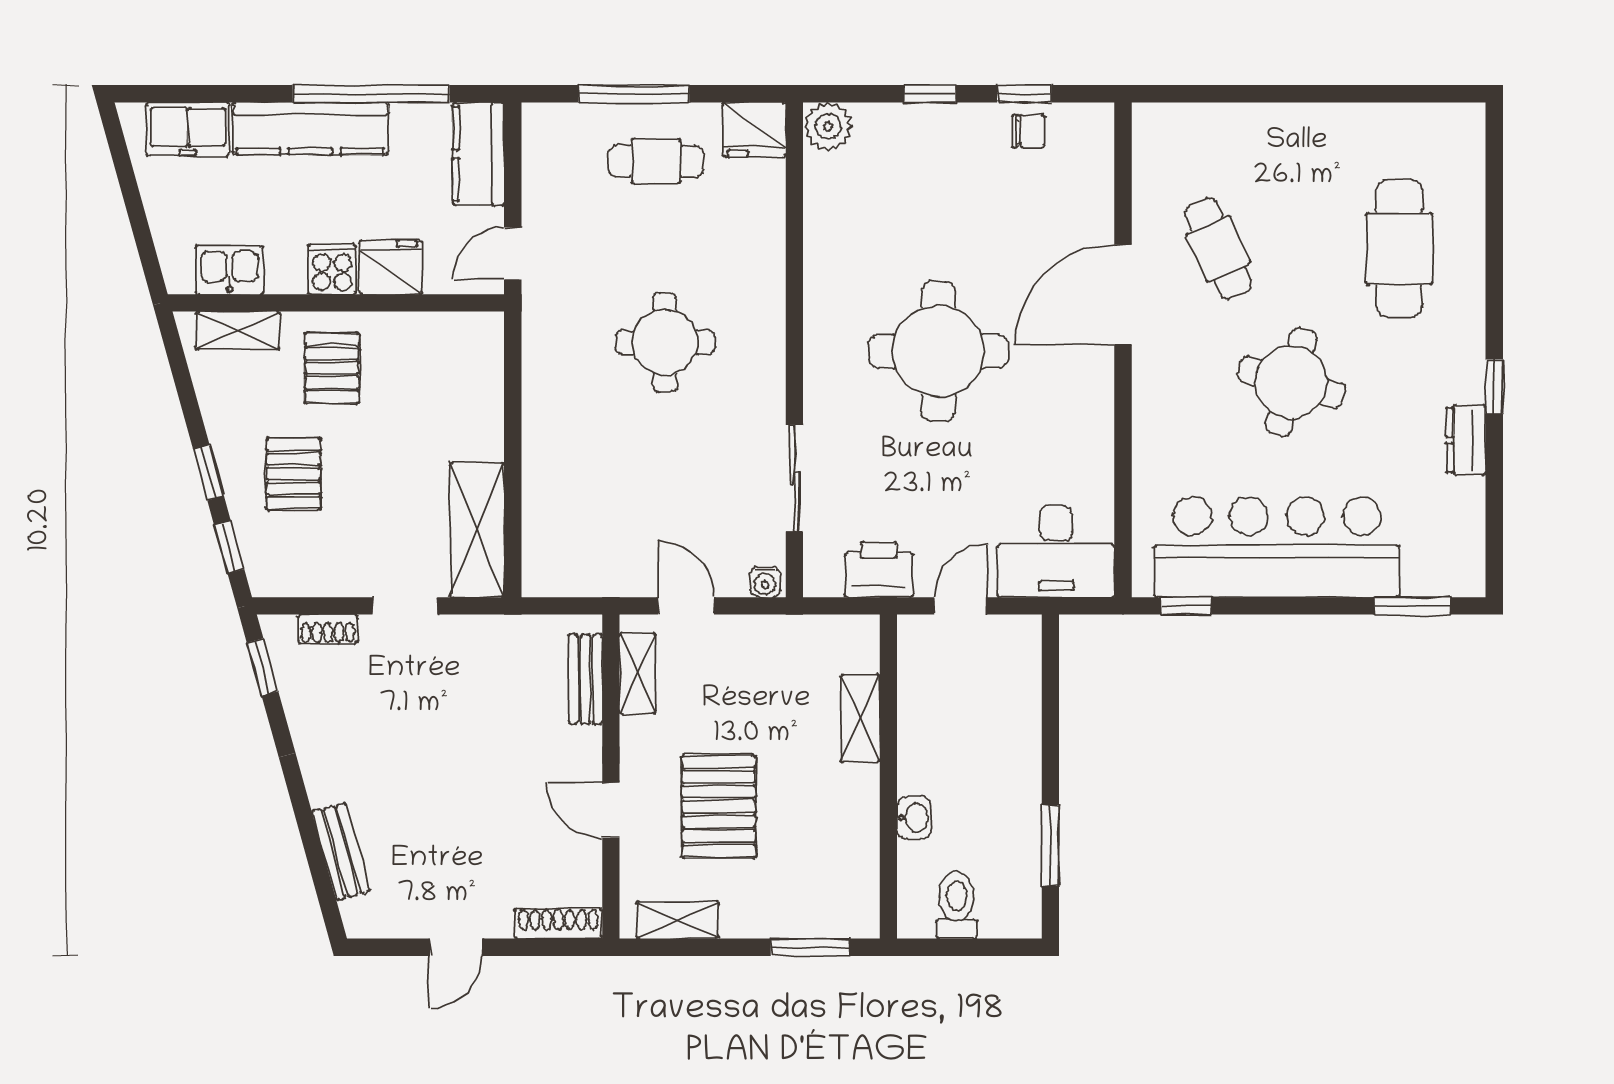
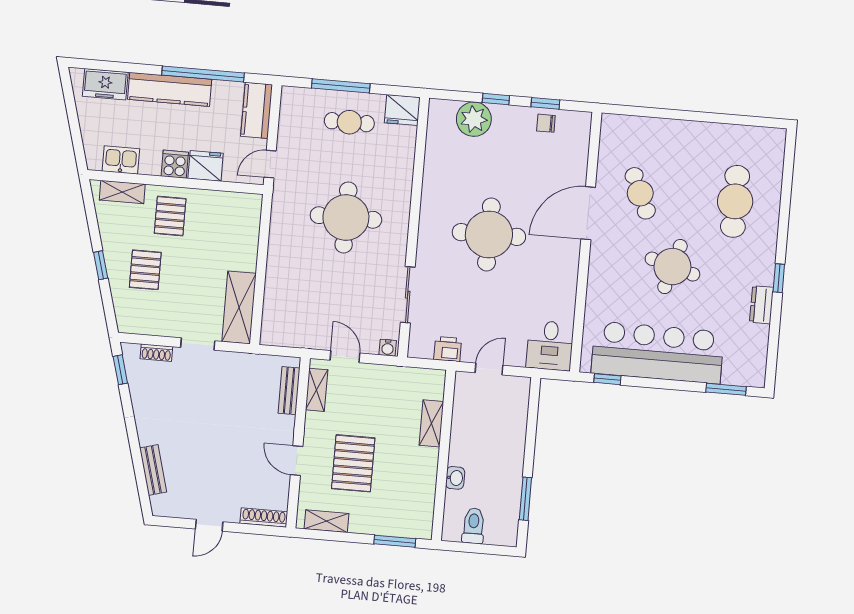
plant: (828, 126) -> (474, 119), moved, width x1.36, depth x1.36
chair: (1028, 131) -> (546, 123), turned 180
round table: (665, 342) -> (346, 217), width x1.36, depth x1.36
window: (229, 547) -> (108, 305), removed
desk: (1056, 552) -> (550, 346), width x0.73
printer: (879, 569) -> (448, 349), width x0.73, depth x0.81

